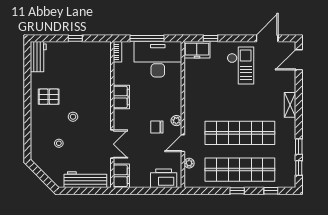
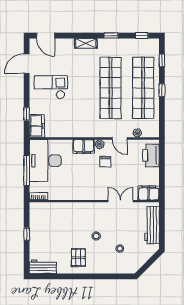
door: (267, 38) -> (27, 64), hinge flipped
filing cabinet: (121, 97) -> (84, 147), moved, turned 180
window: (299, 147) -> (111, 36), moved

